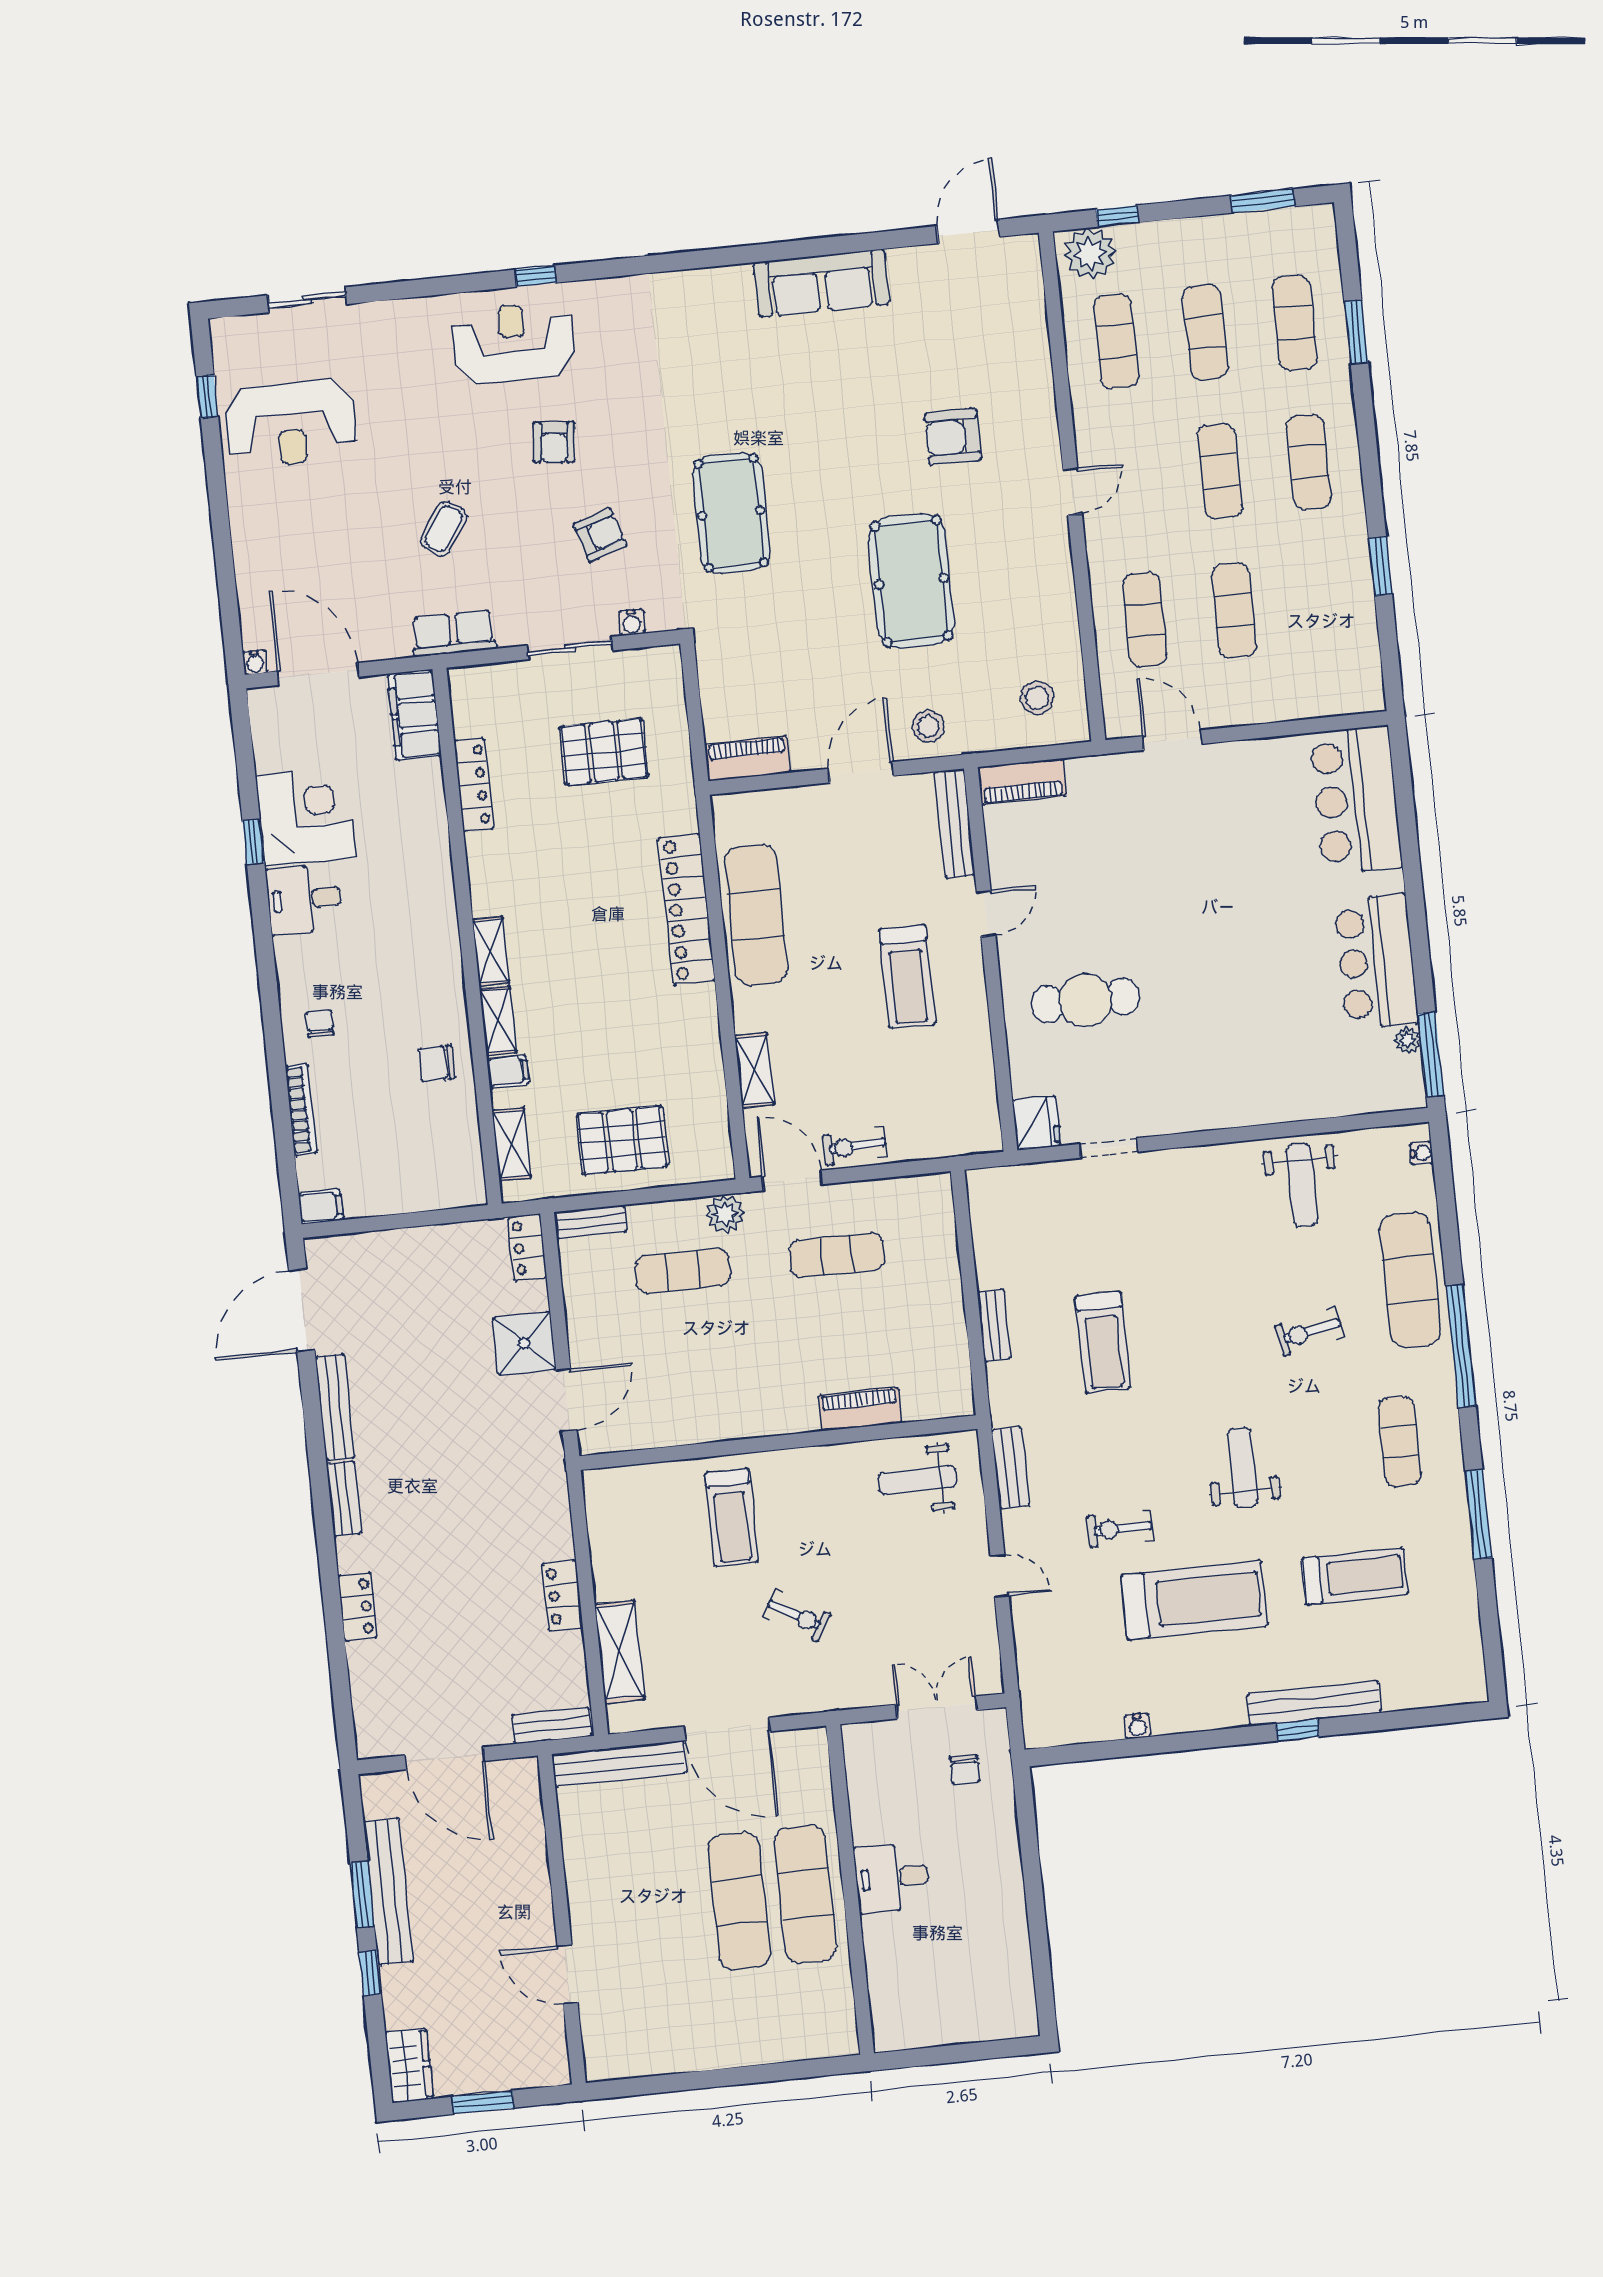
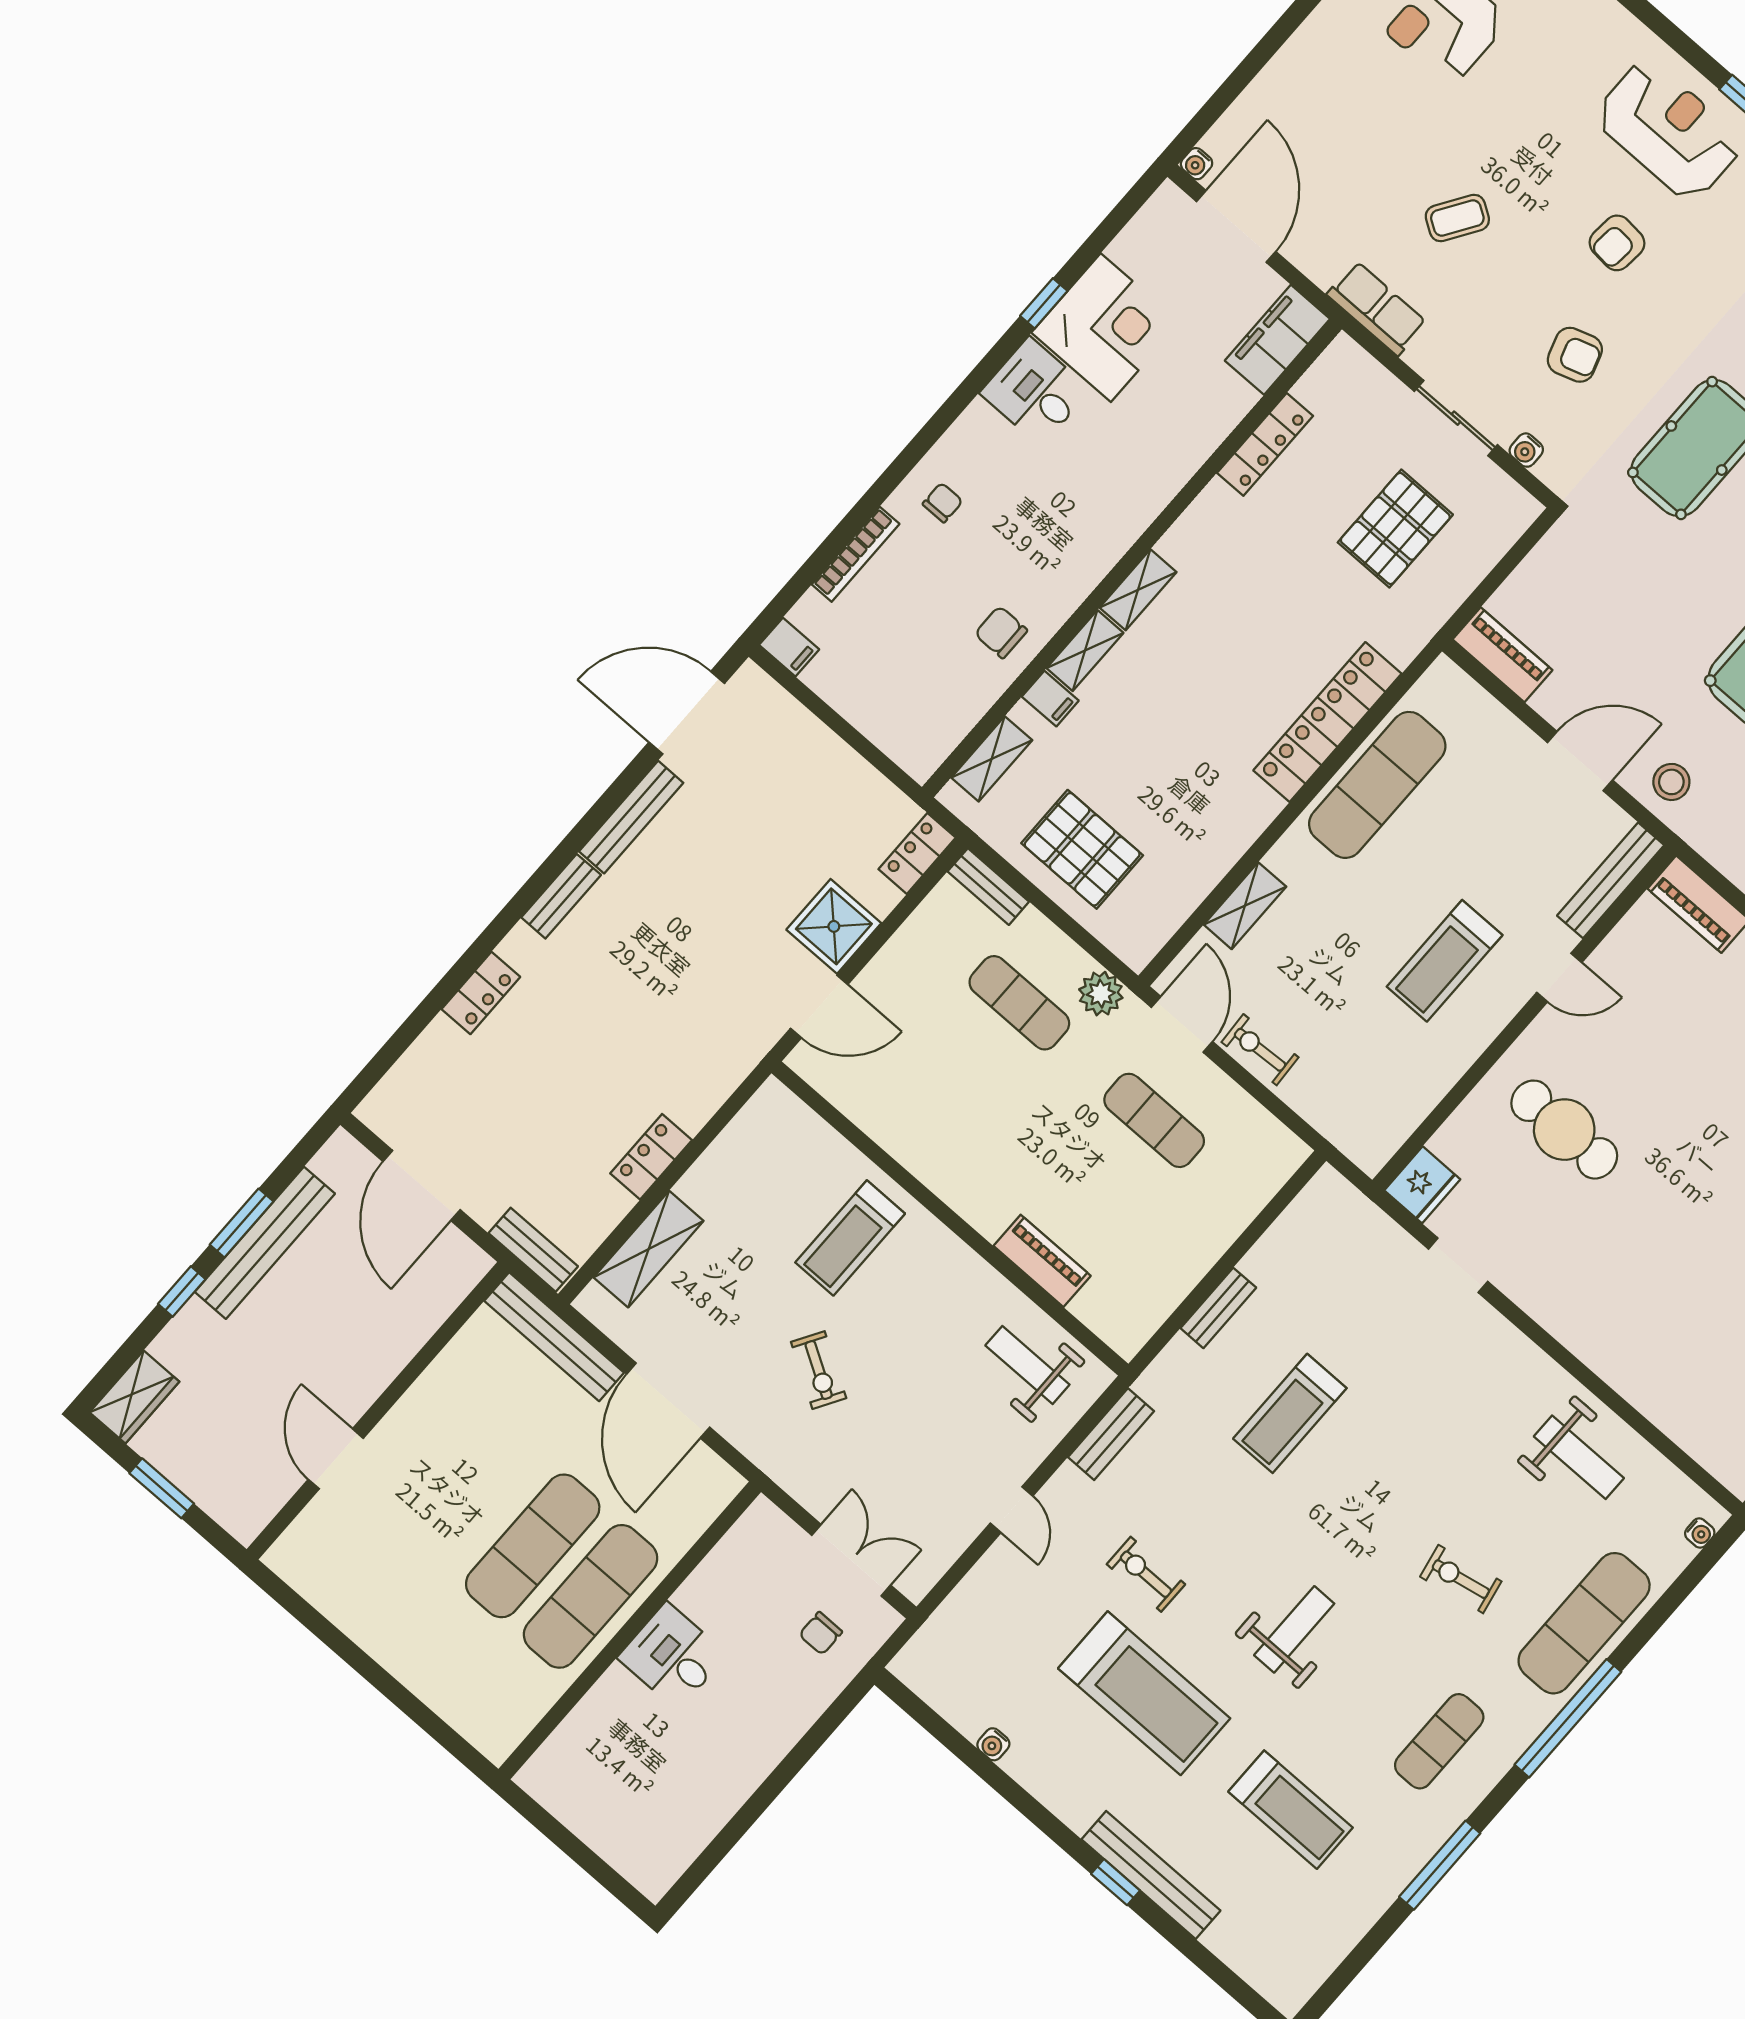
pallet: (604, 752) -> (1395, 528), turned 90
weight bench: (1302, 1185) -> (1579, 1457), turned -90

